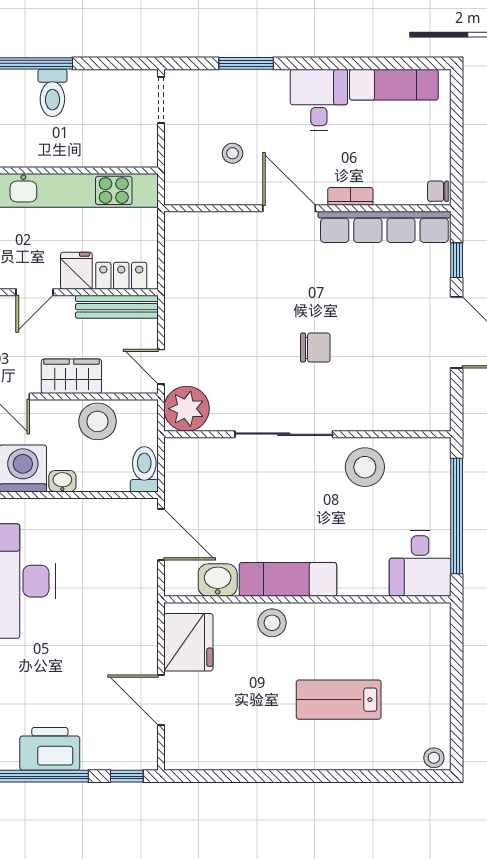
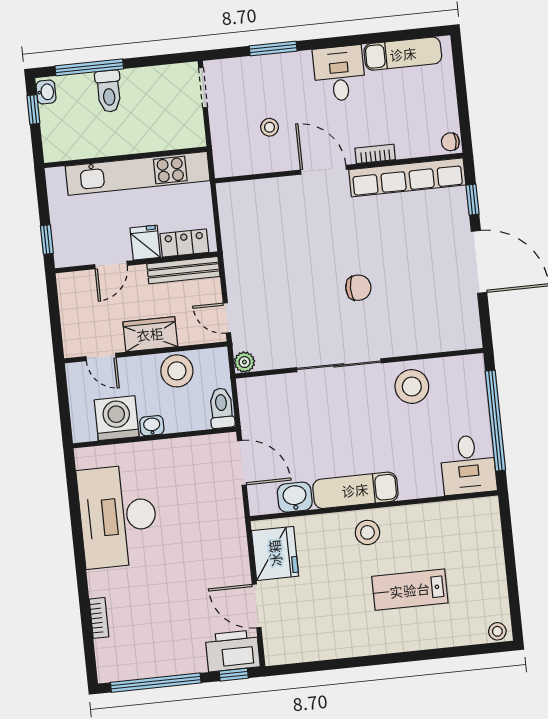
plant: (187, 409) -> (244, 362), width x0.53, depth x0.53
stool: (272, 623) -> (367, 532), moved
printer: (50, 749) -> (233, 651), moved

